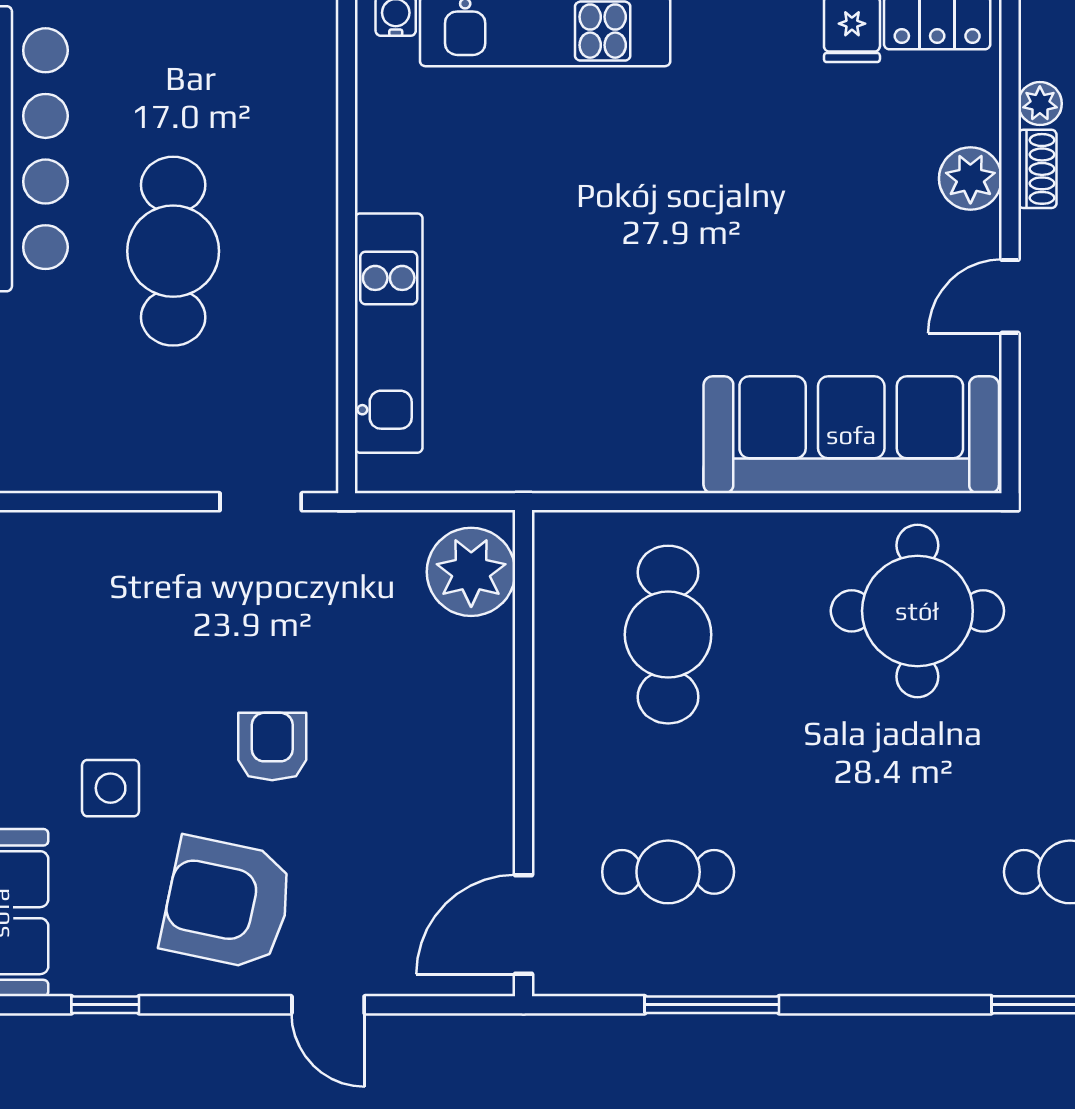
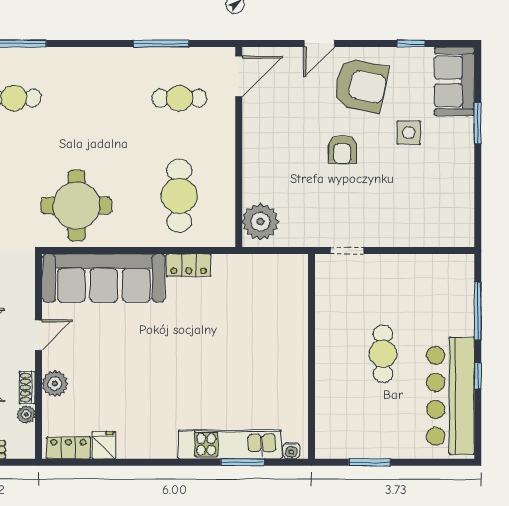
cafe table: (173, 251) -> (383, 354), width x0.73, depth x0.74
kitchen unit: (389, 333) -> (294, 320), removed
locker: (645, 466) -> (189, 265), added
door: (328, 1005) -> (319, 43), swing flipped

